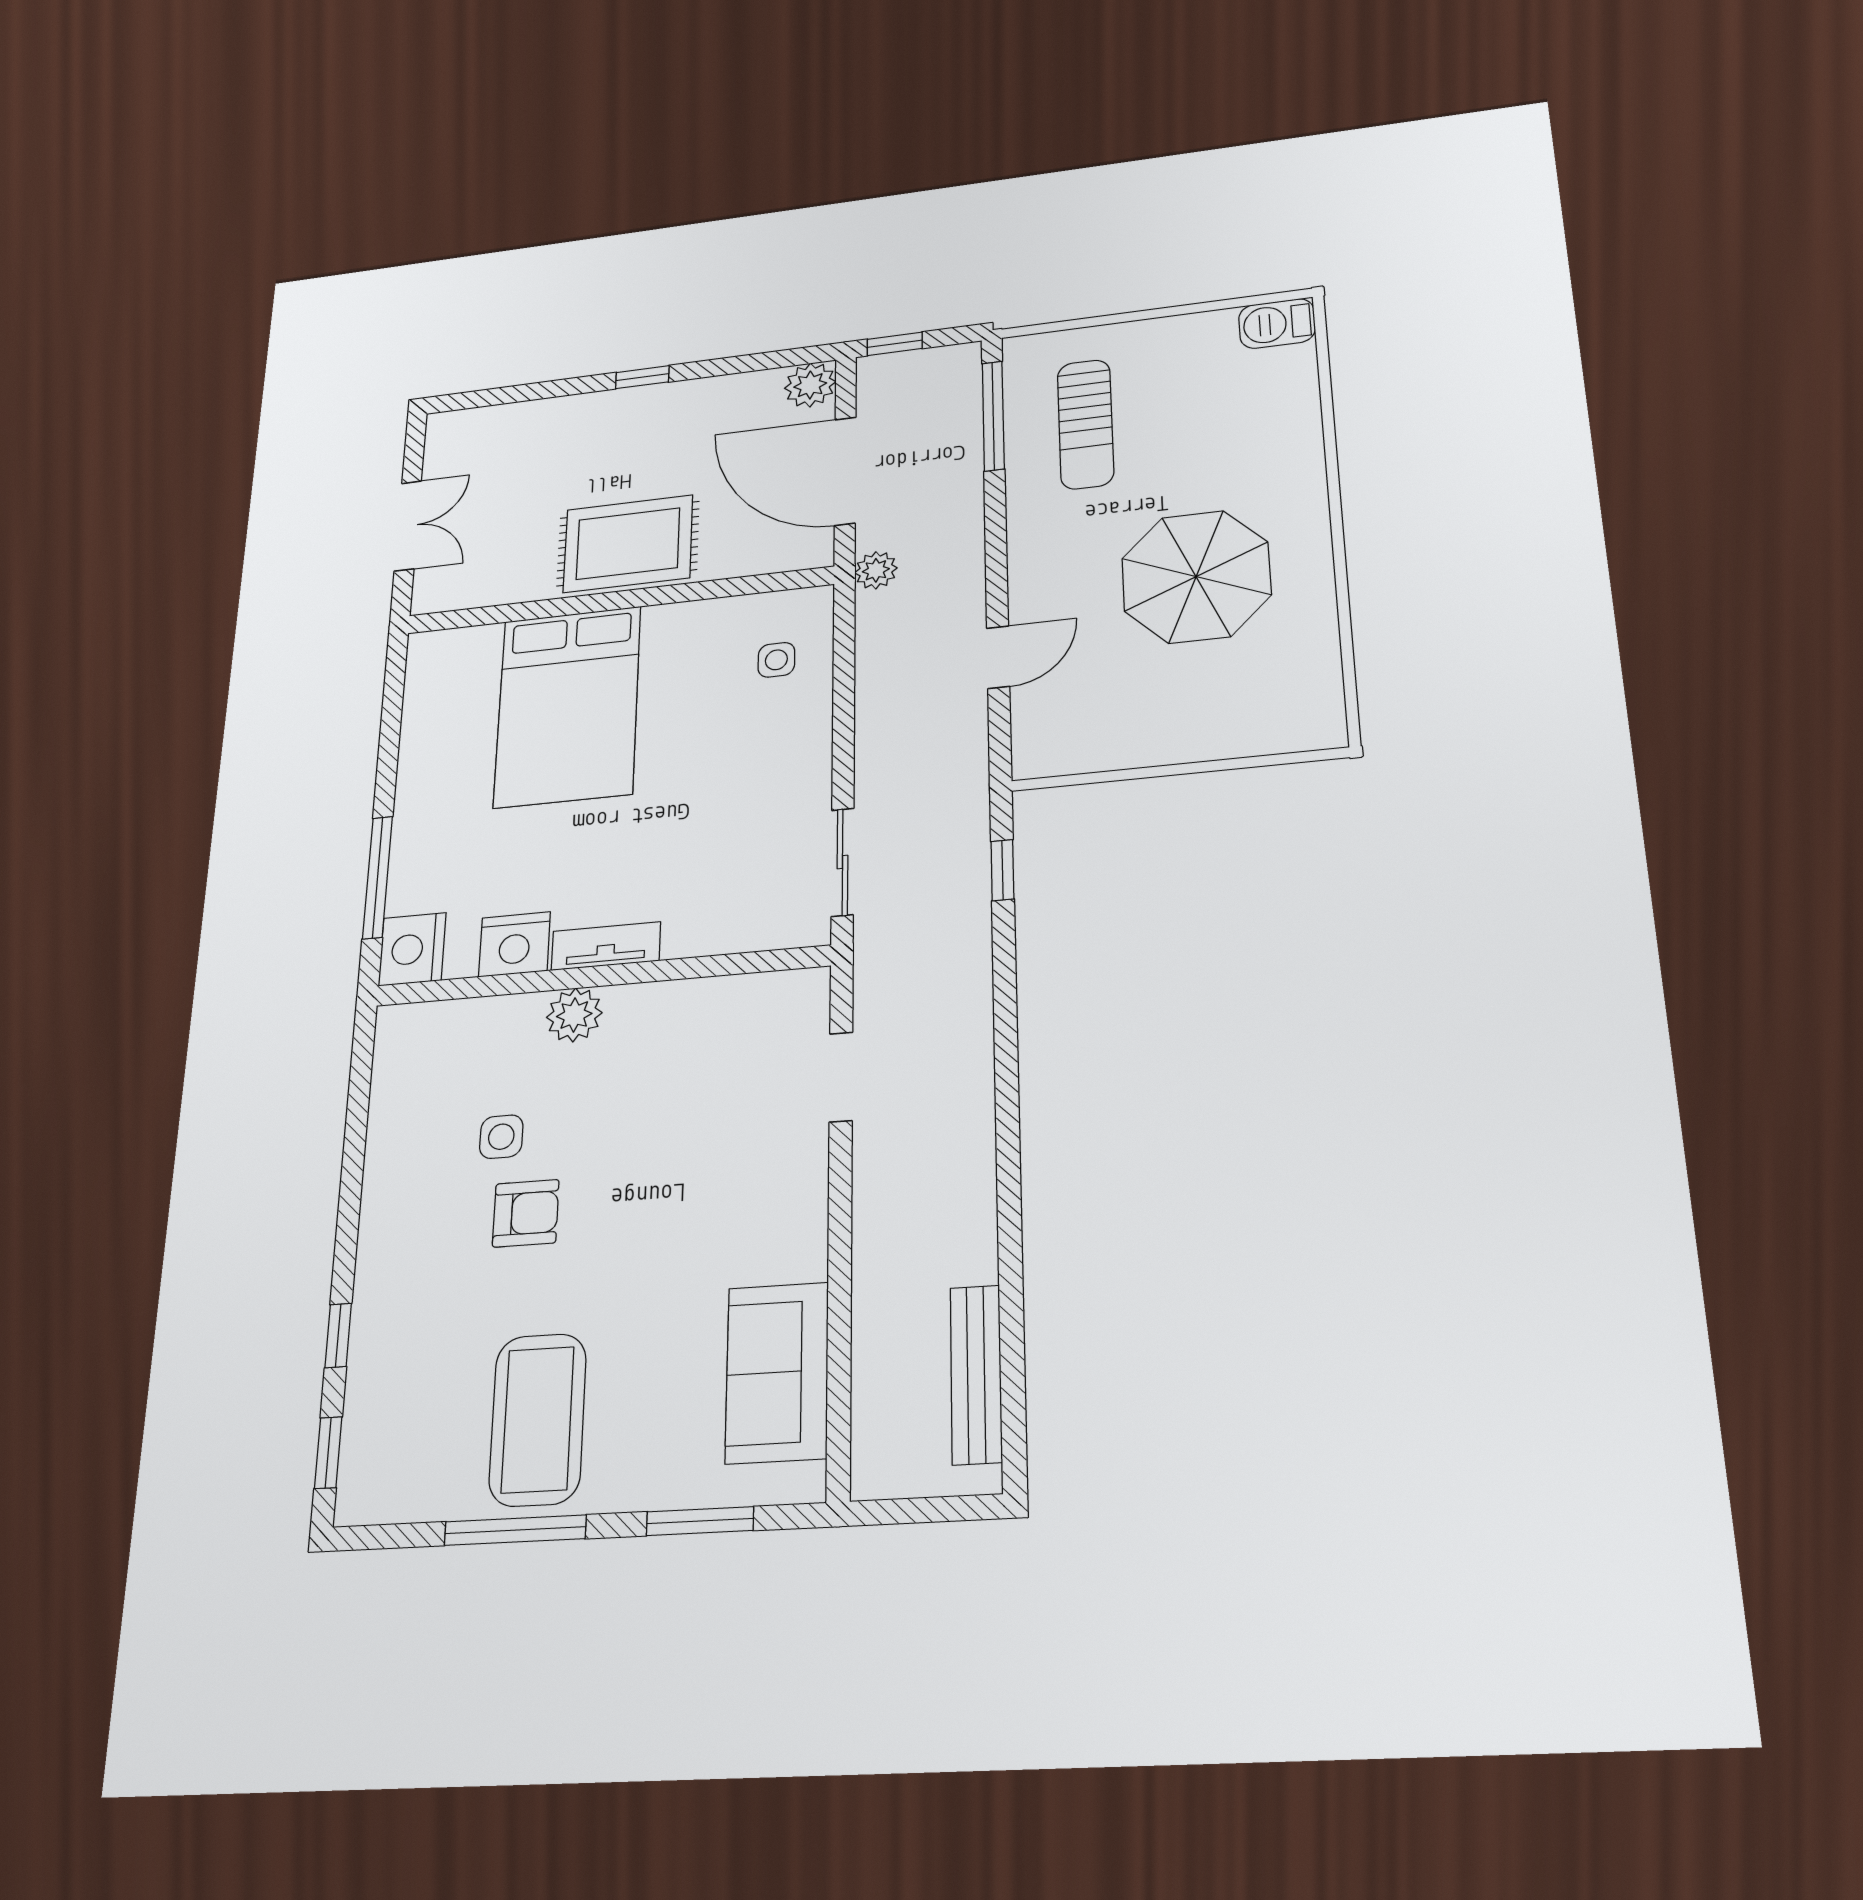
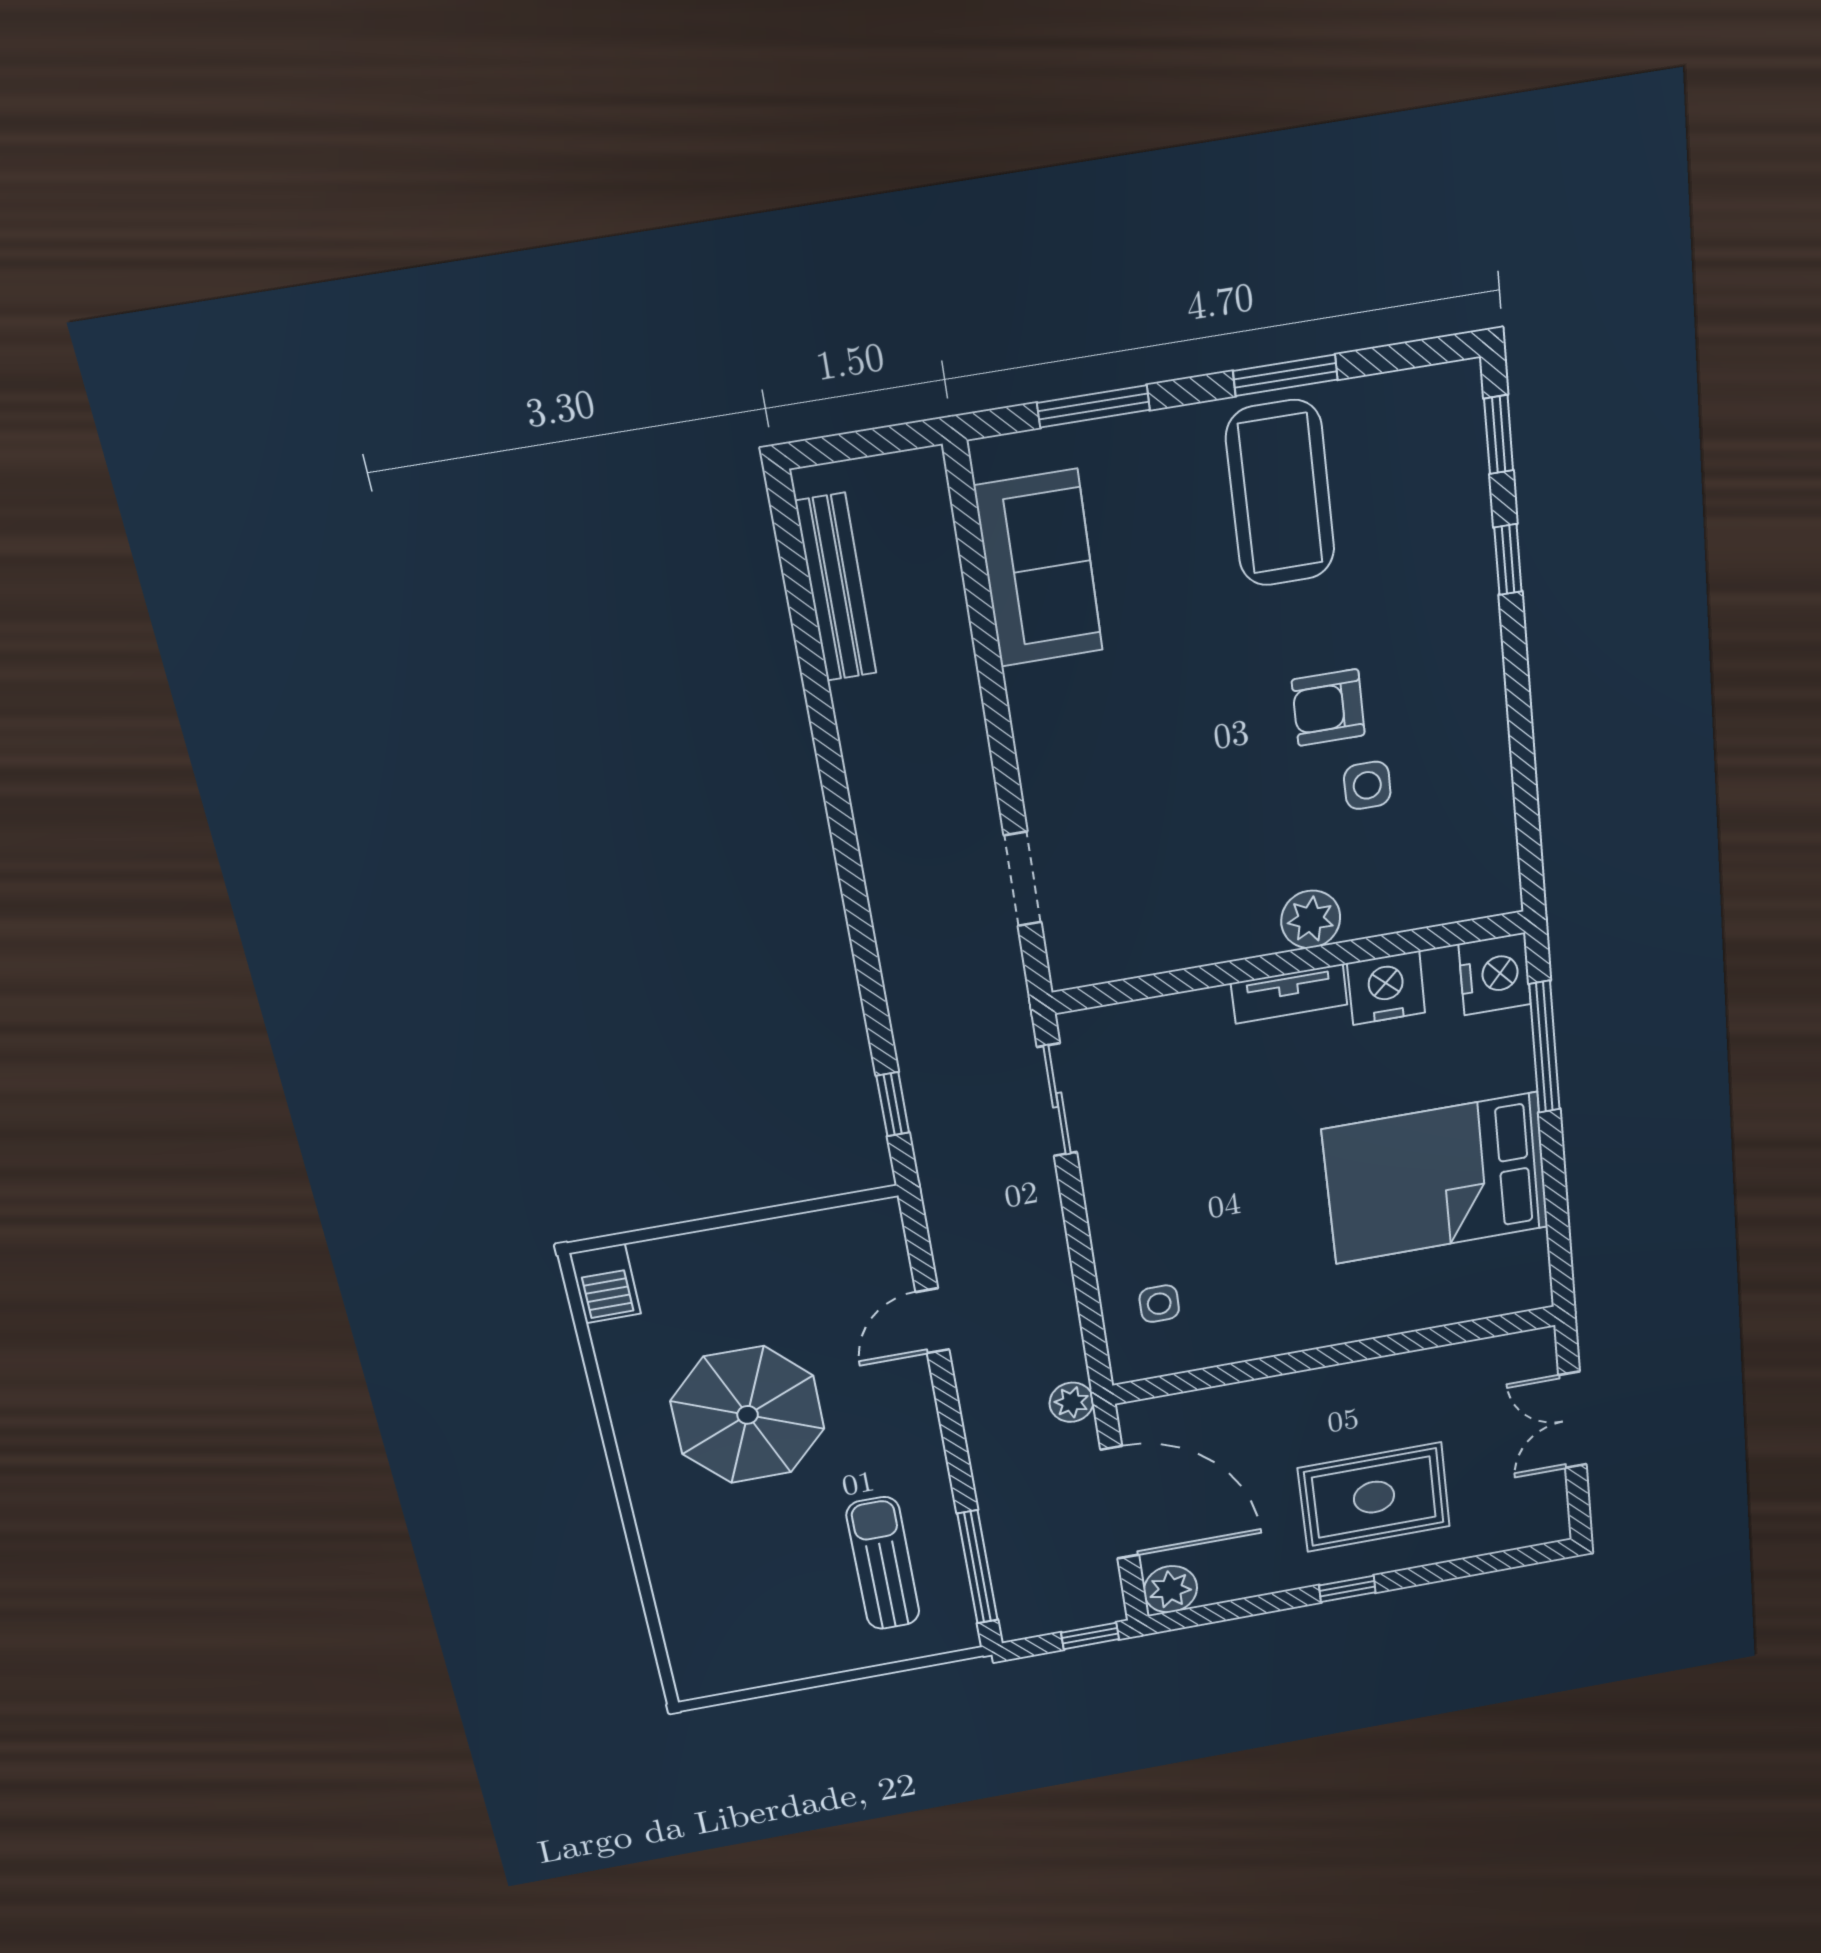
barbecue: (1277, 324) -> (605, 1284), moved, turned 90
rug: (628, 544) -> (1374, 1497), moved
bed: (568, 706) -> (1436, 1178), moved, turned -90
window: (515, 1530) -> (1285, 375), width x0.69

